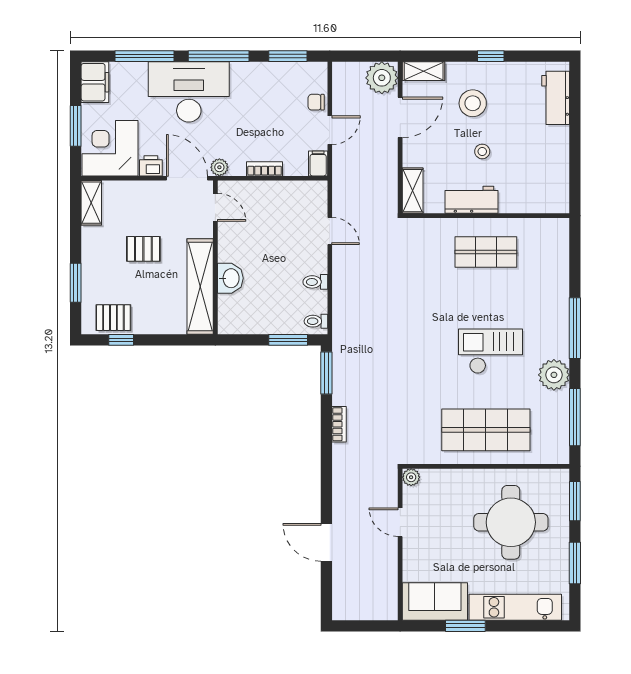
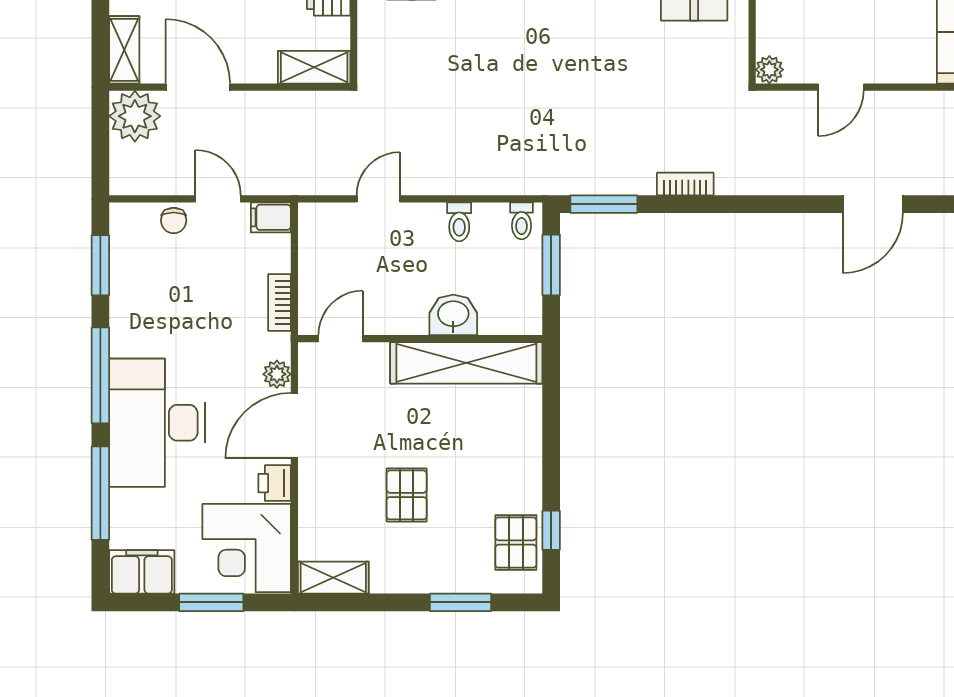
door: (215, 207) -> (341, 339), moved
wall: (215, 257) -> (420, 339), moved
washbasin: (230, 278) -> (453, 315), moved
shelving: (200, 286) -> (466, 363), moved

